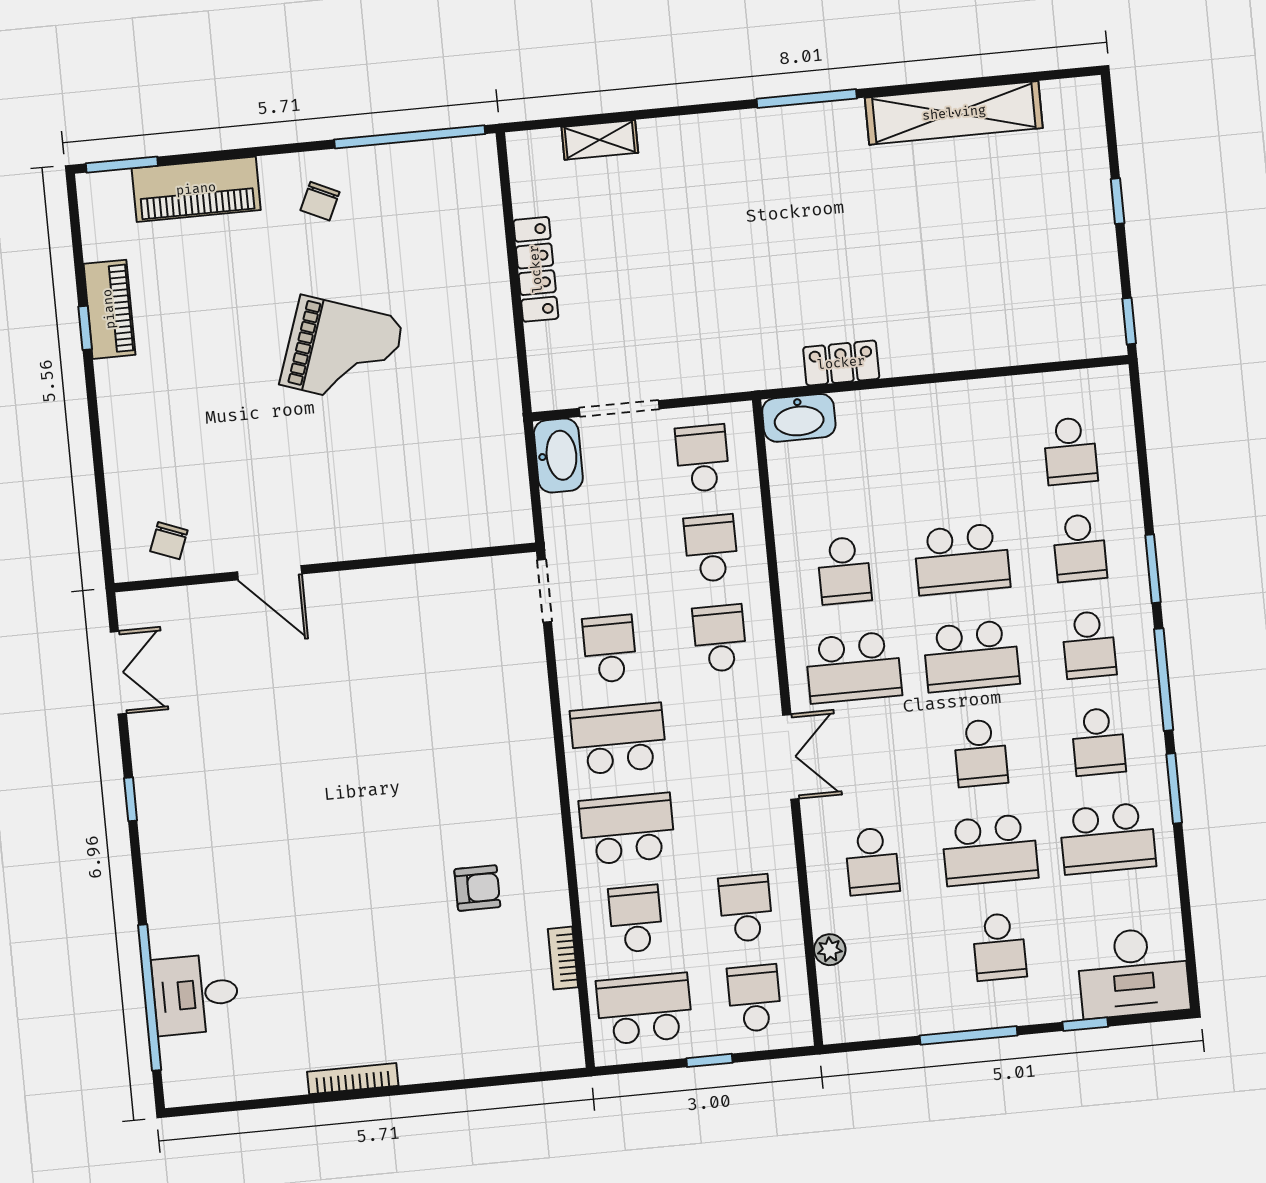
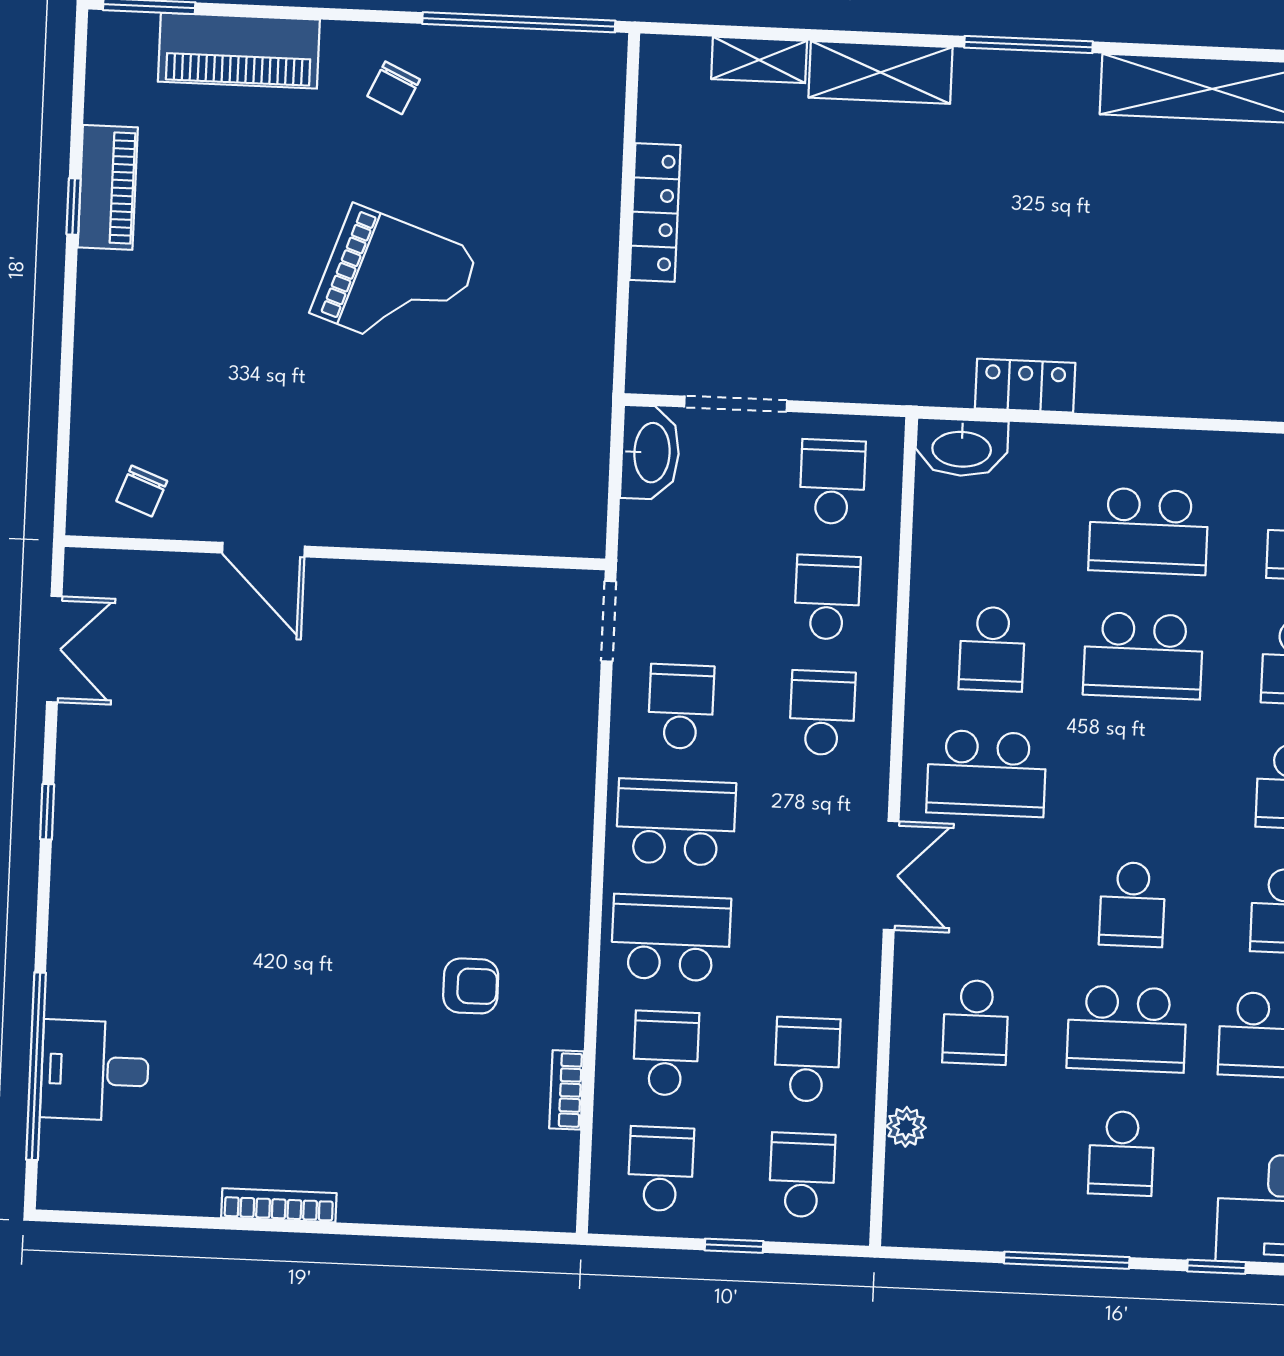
shelving: (695, 136) -> (881, 72), added
school desk: (971, 656) -> (1149, 531), moved
school desk: (644, 1009) -> (661, 1169), width x0.54

